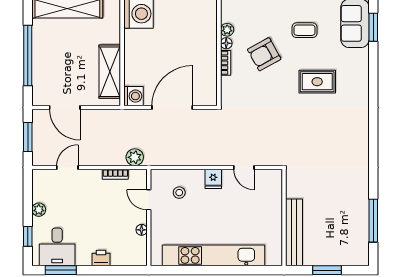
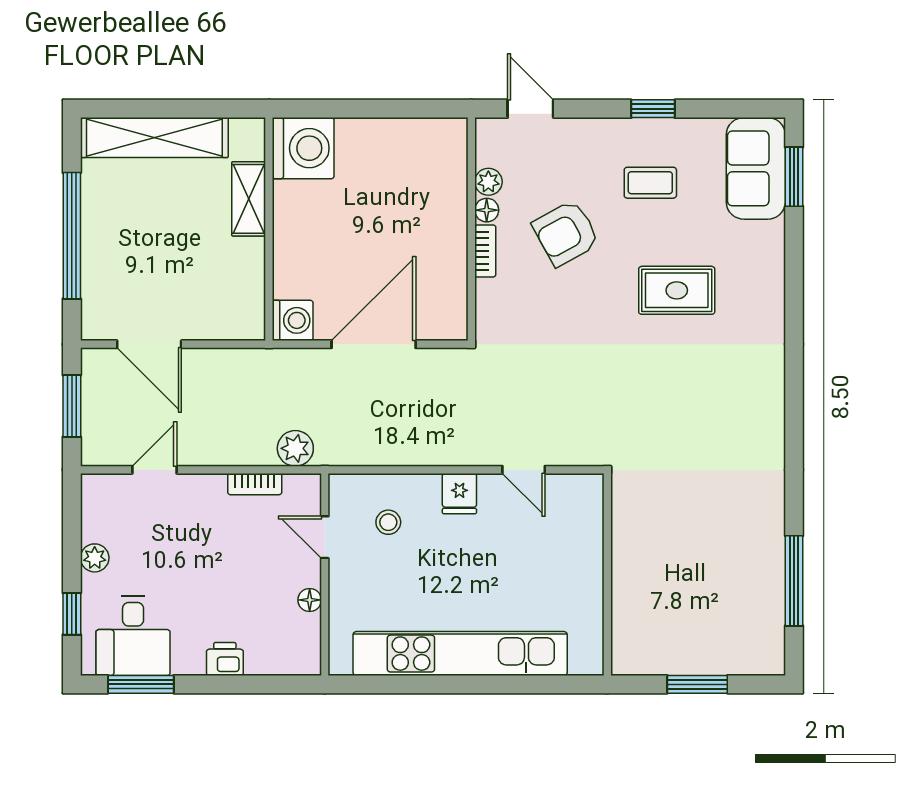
shelving: (110, 72) -> (249, 199), moved, width x0.67, depth x0.75
bench: (294, 232) -> (628, 606), removed

